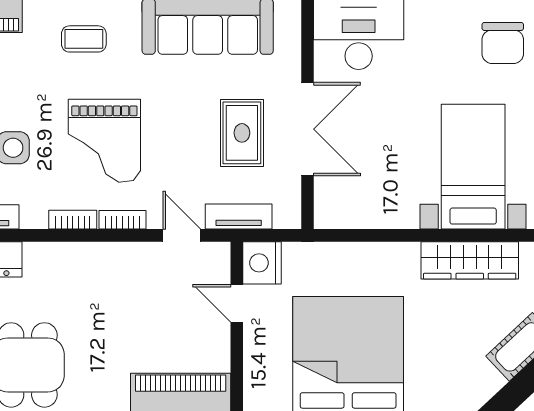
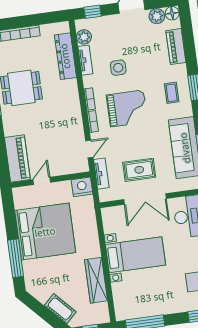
grand piano: (104, 141) -> (127, 108), turned 180
bed with nightstands: (473, 167) -> (136, 255), moved
door: (237, 303) -> (42, 181), moved

